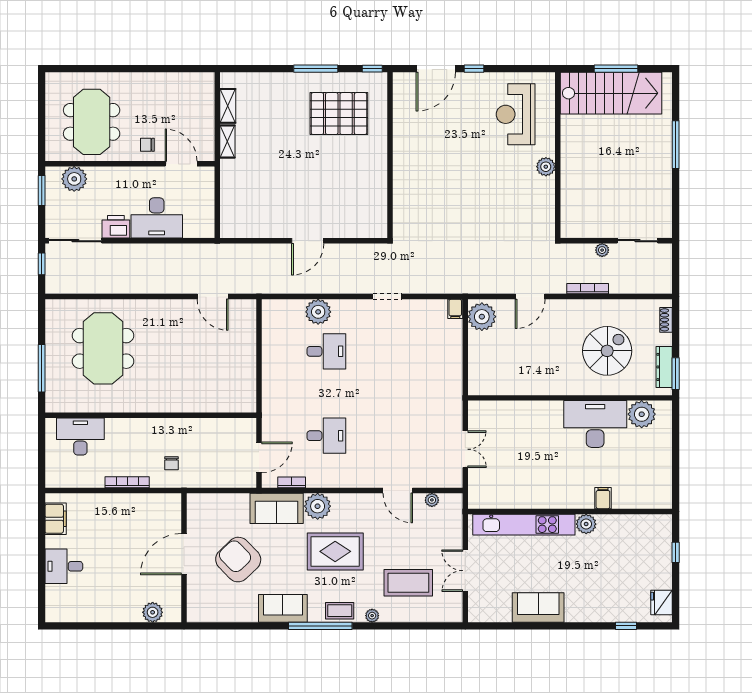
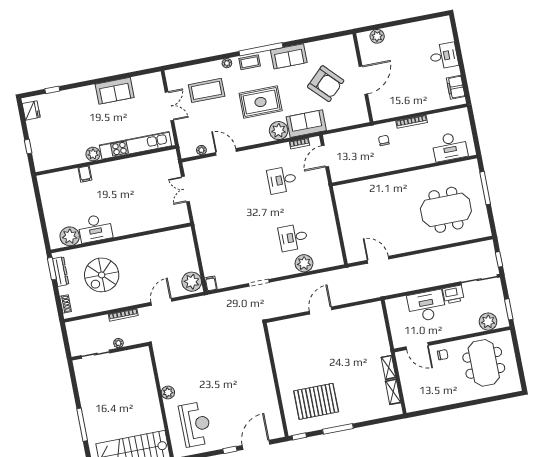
meeting table: (103, 348) -> (446, 210), turned 90
desk: (595, 424) -> (95, 228), width x0.73, depth x0.77

